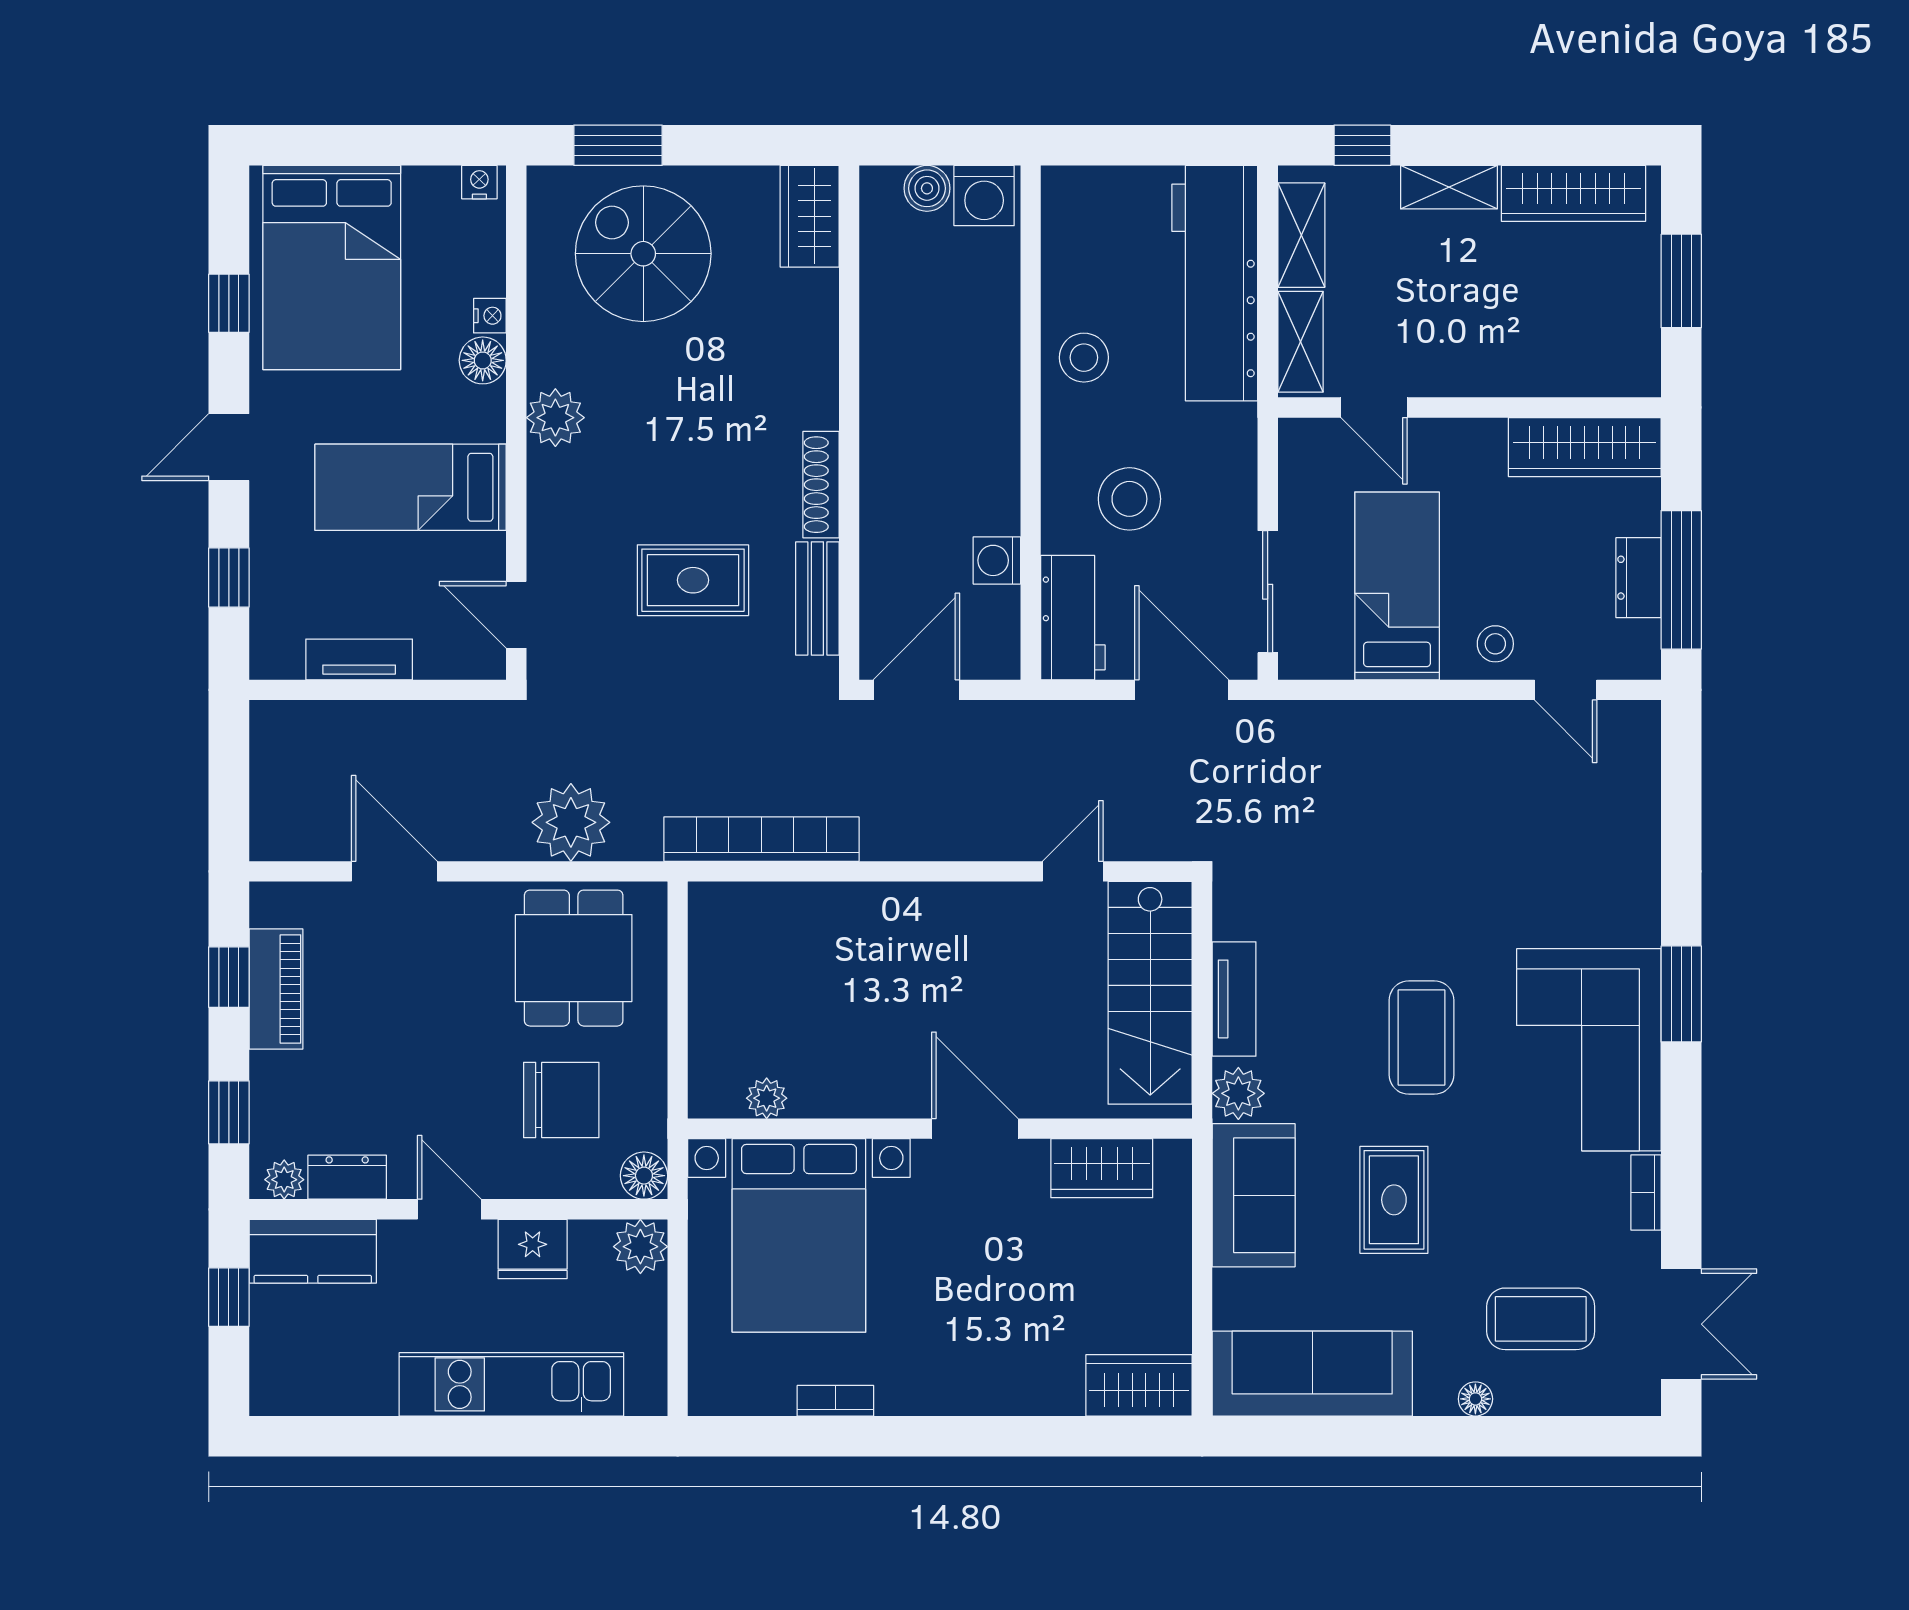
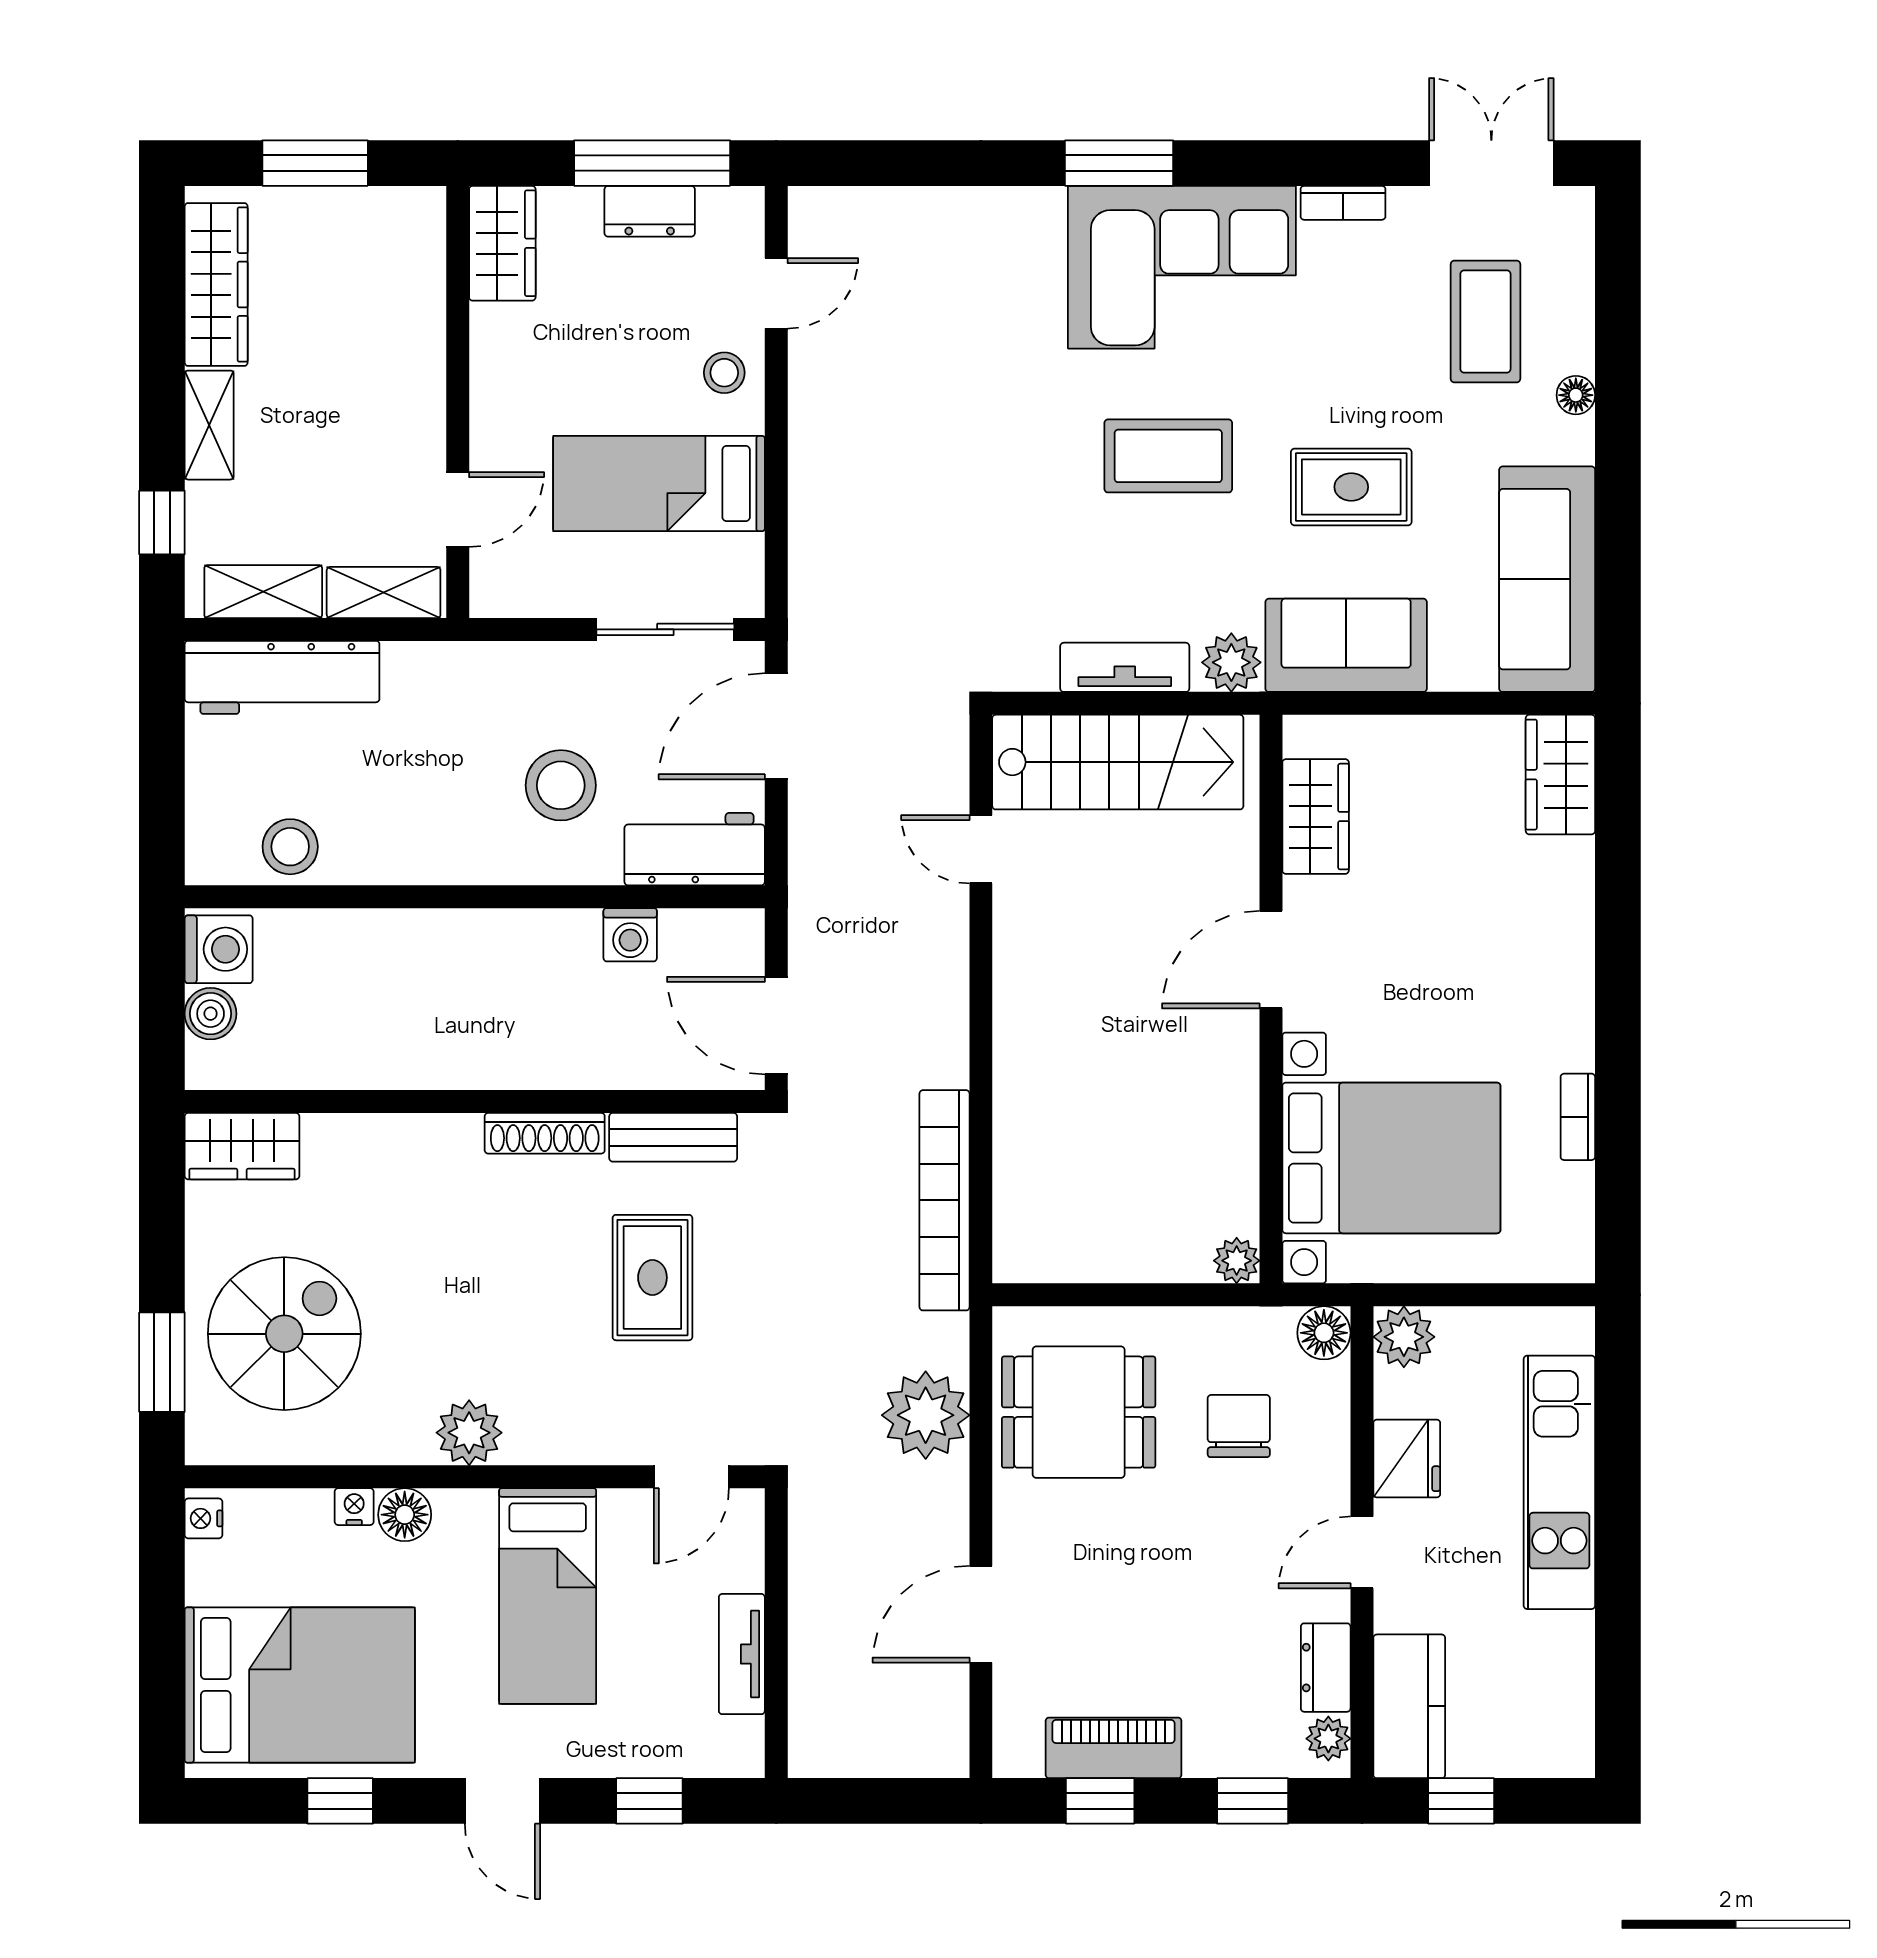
spiral stairs: (643, 254) -> (284, 1334), turned 180
workbench: (1215, 283) -> (282, 677), width x0.73, depth x0.76
stool: (1084, 358) -> (290, 847), moved
wardrobe: (1585, 447) -> (502, 243), width x0.67
plant: (767, 1098) -> (1237, 1261), moved
chair: (561, 1100) -> (1239, 1426), width x0.73, depth x0.73

